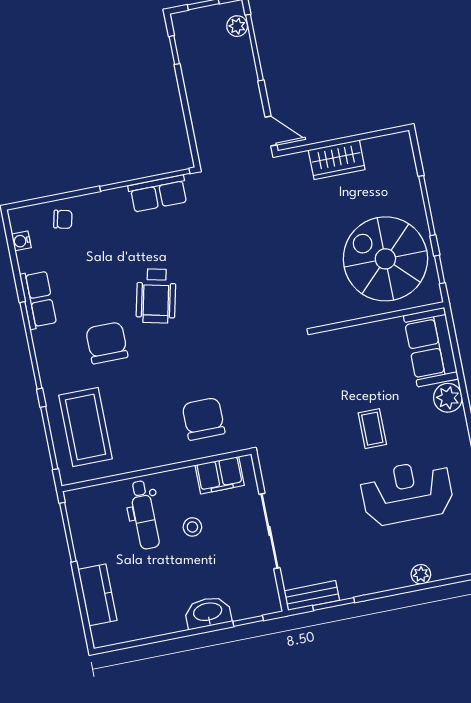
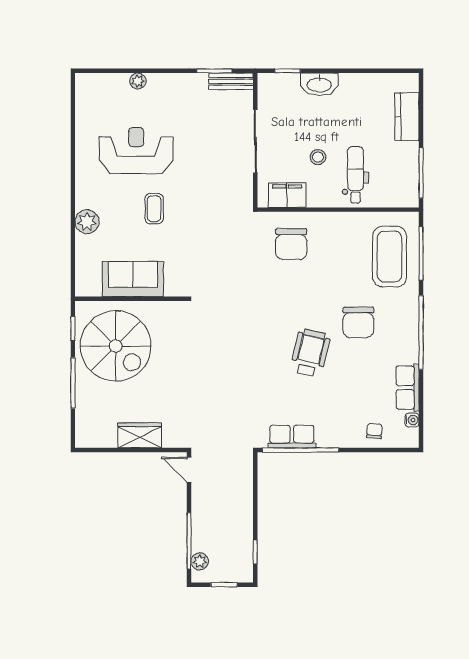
chair: (63, 219) -> (374, 431), turned 81
row of seats: (38, 300) -> (408, 388), moved
sofa: (431, 347) -> (133, 279), moved, turned -90
reception desk: (407, 492) -> (136, 151), turned 180

